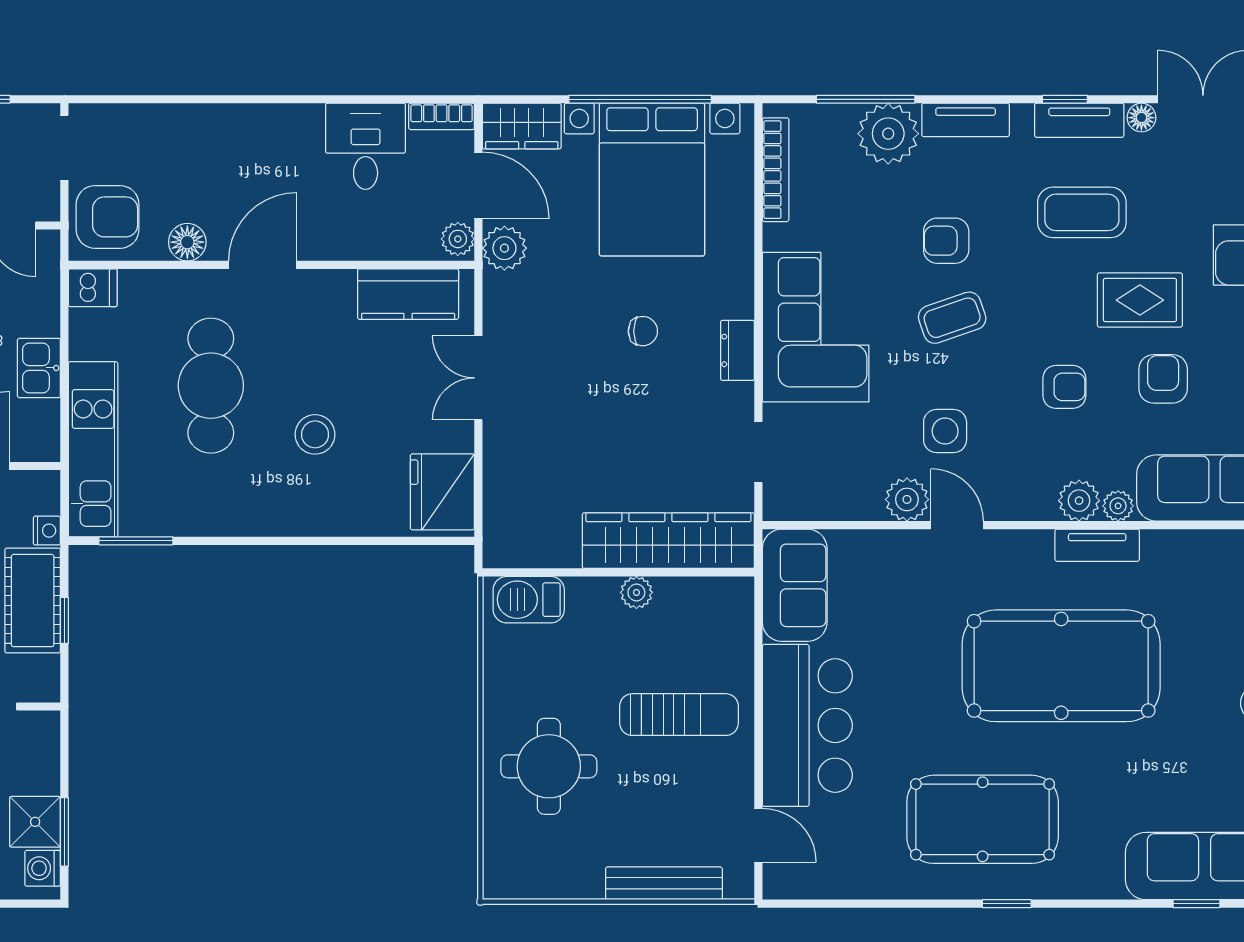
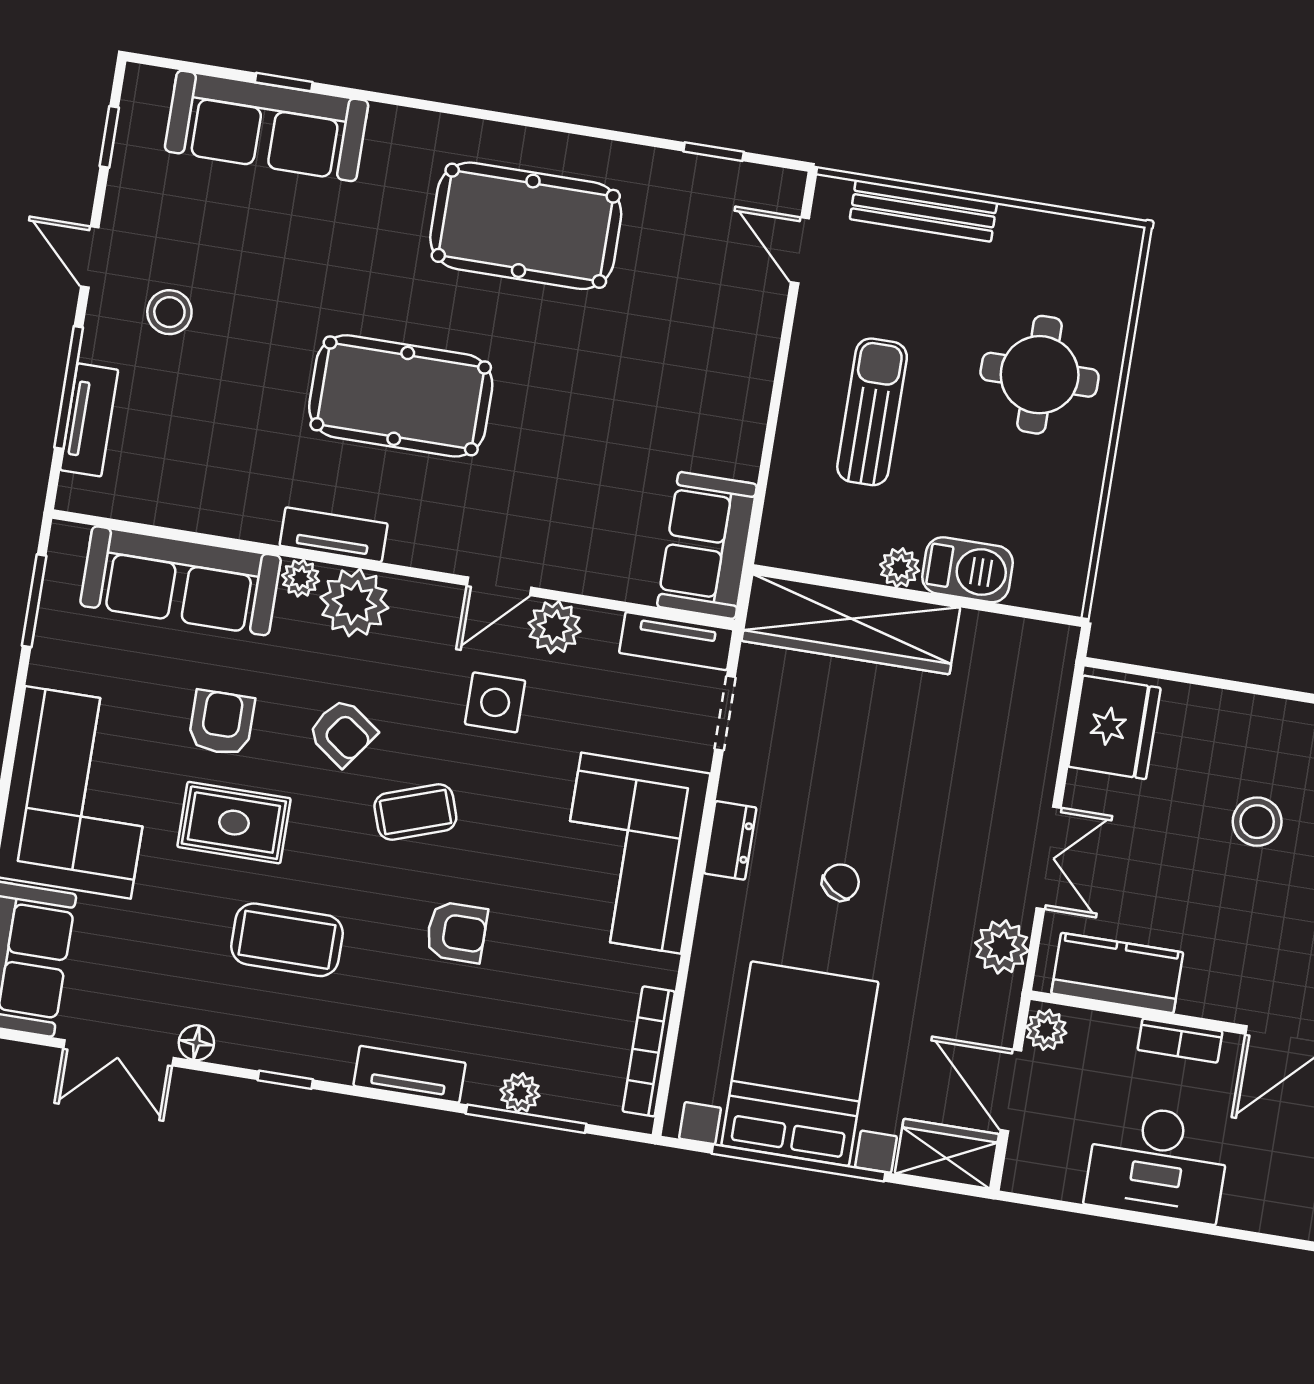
bookcase: (442, 116) -> (1180, 1041), moved, turned 180
tv unit: (1079, 120) -> (676, 641), moved, turned 180
plant: (888, 134) -> (520, 1093), width x0.53, depth x0.53
desk: (366, 146) -> (1158, 1163), width x1.37
plant: (504, 248) -> (1002, 947), moved
coffee table: (952, 318) -> (415, 812), moved
chair: (643, 331) -> (841, 882), turned 124
armchair: (1163, 379) -> (221, 723), turned 180
armchair: (1064, 387) -> (342, 732), turned -144
plant: (1079, 501) -> (354, 603), width x1.36, depth x1.36
door: (957, 525) -> (499, 586), hinge flipped
barbecue: (529, 600) -> (967, 570), moved
pool table: (1061, 666) -> (401, 396), width x0.73, depth x0.76
sun lounger: (679, 715) -> (872, 412), turned 90
bar counter: (807, 725) -> (719, 373), removed
window: (1007, 904) -> (714, 152), moved

